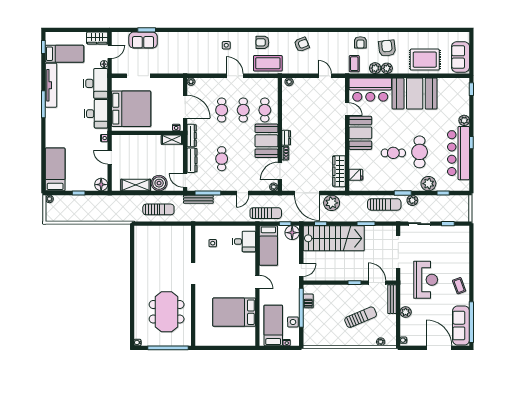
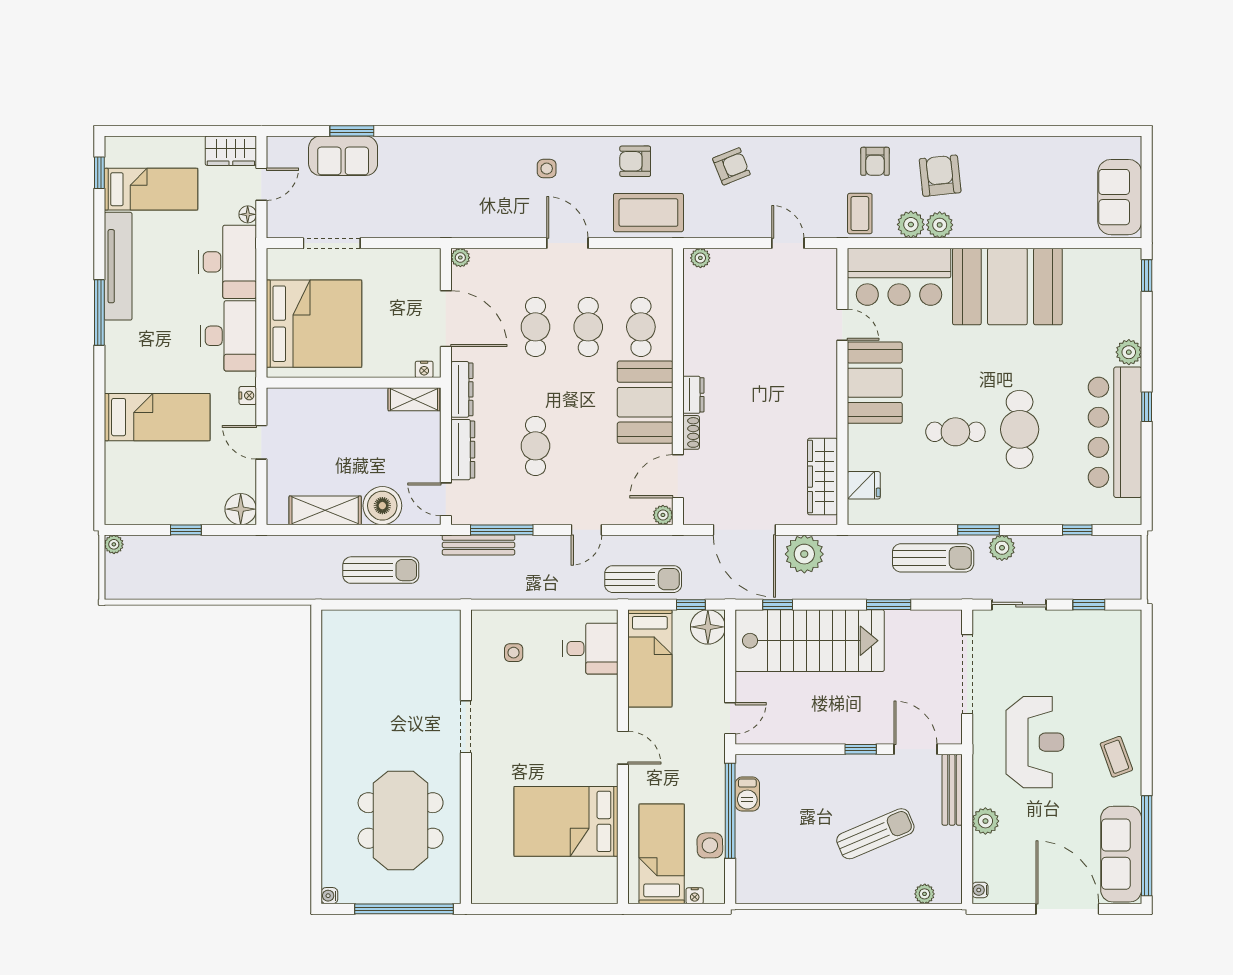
rug: (425, 60) -> (1032, 204), removed
bed: (55, 169) -> (157, 417), moved, turned 90
plant: (428, 184) -> (1041, 507), removed

